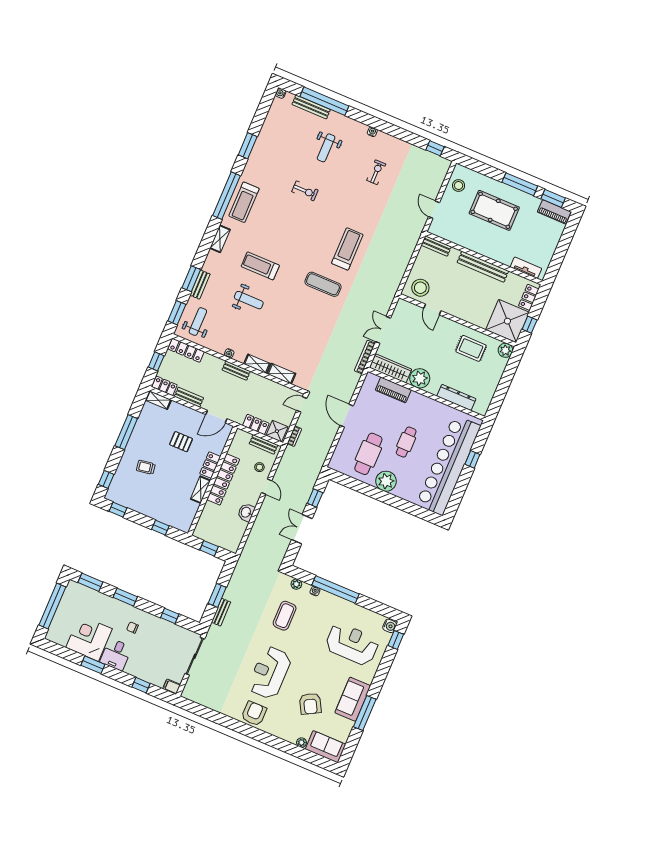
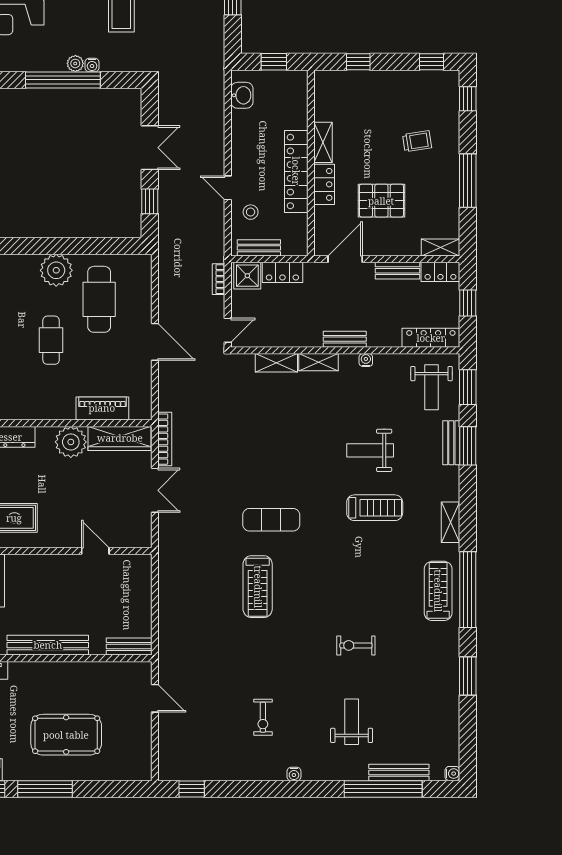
stool: (459, 186) -> (134, 749), removed
stool: (420, 288) -> (126, 575), removed
pallet: (181, 442) -> (381, 201), width x1.50, depth x1.42
washbasin: (246, 512) -> (242, 95), moved
plant: (296, 584) -> (75, 63), moved

